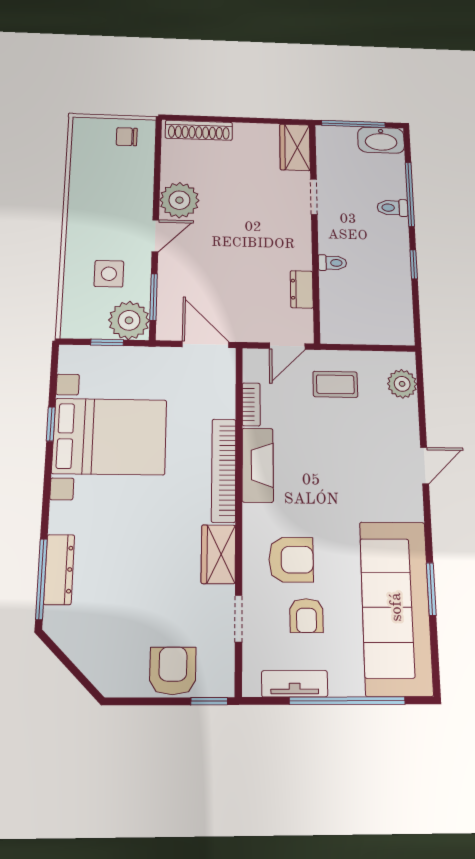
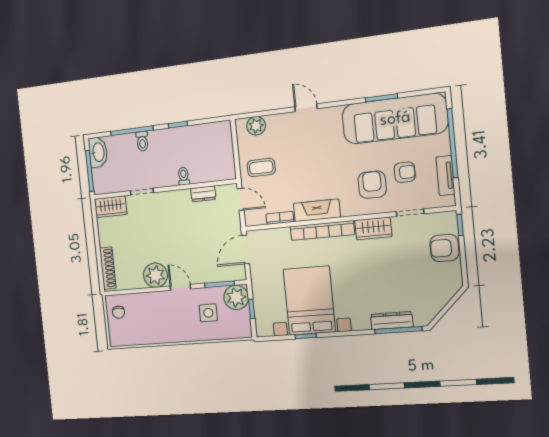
coffee table: (335, 384) -> (261, 167), turned 90

